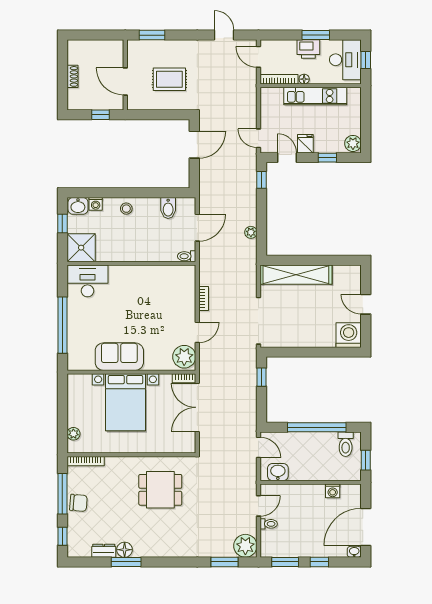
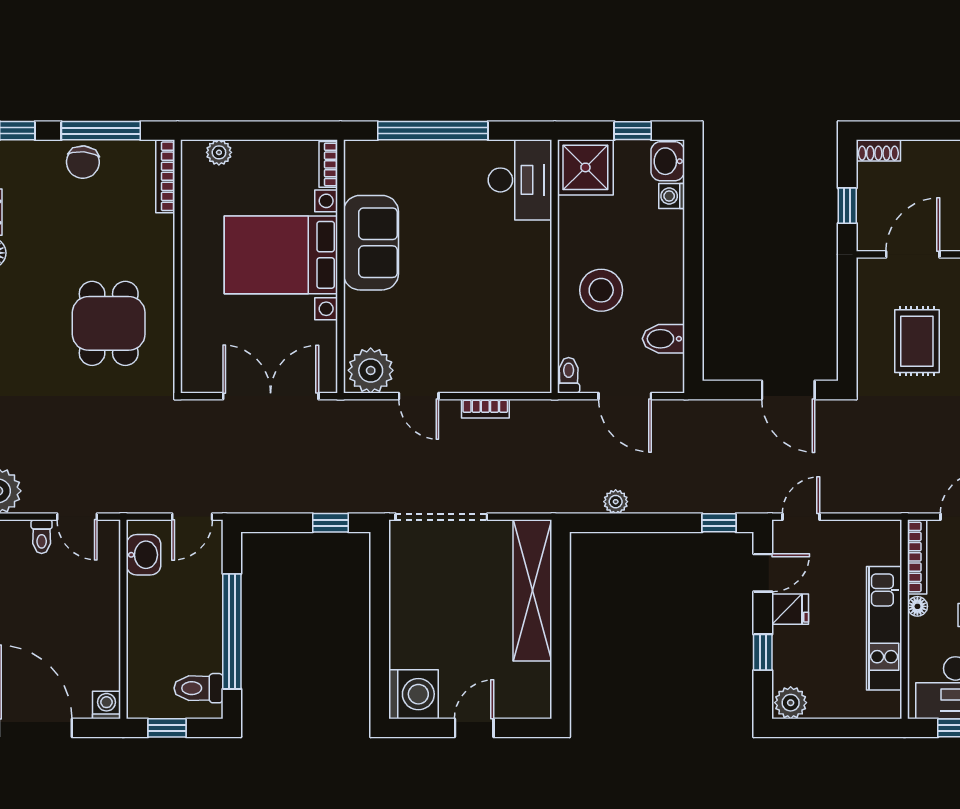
shoe rack: (72, 76) -> (878, 150), moved
stool: (126, 209) -> (601, 290), moved, width x1.89, depth x1.89
bookcase: (184, 378) -> (328, 164), moved
washing machine: (333, 491) -> (107, 705), moved, turned 90

